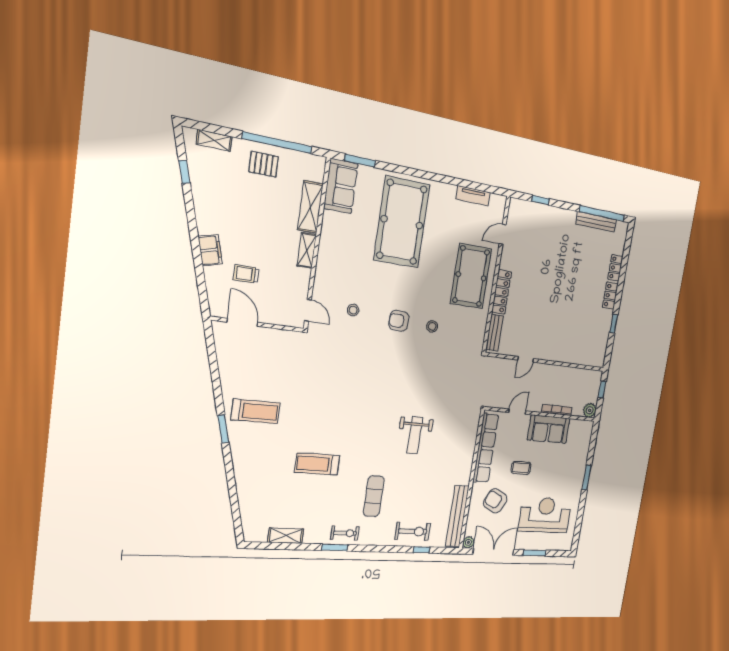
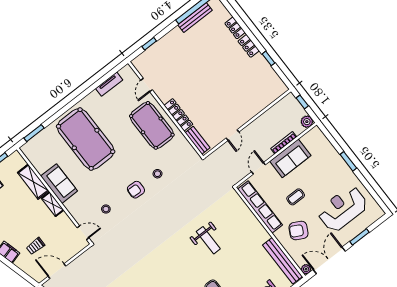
sofa: (341, 186) -> (59, 184), moved

